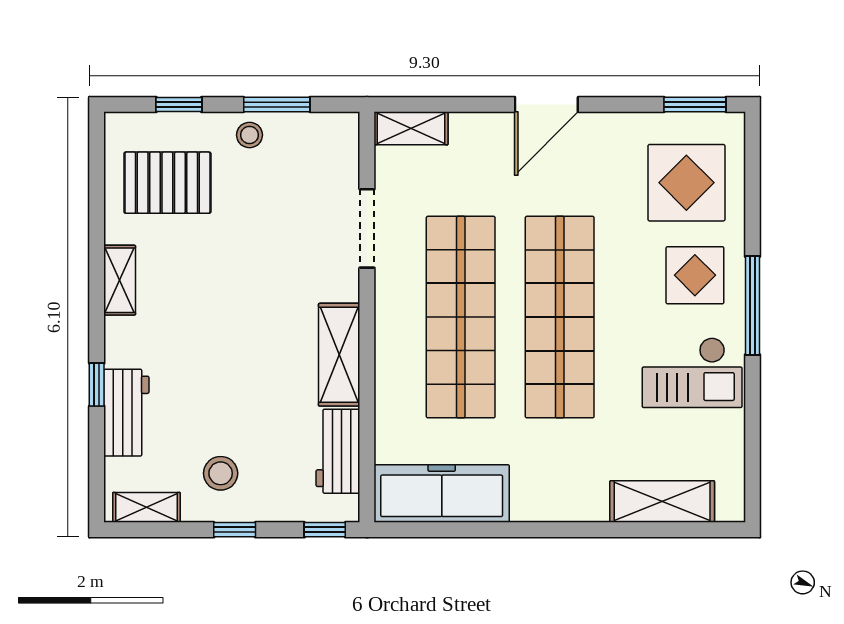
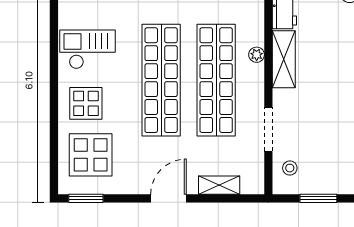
shelving: (411, 128) -> (219, 185), moved
stool: (250, 135) -> (290, 168), moved
window: (752, 306) -> (54, 87), removed
plant: (388, 363) -> (257, 55), added

